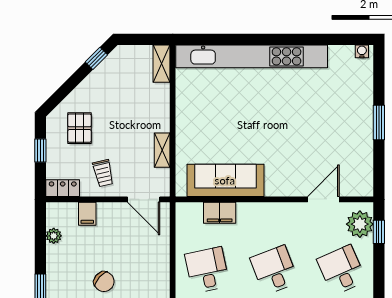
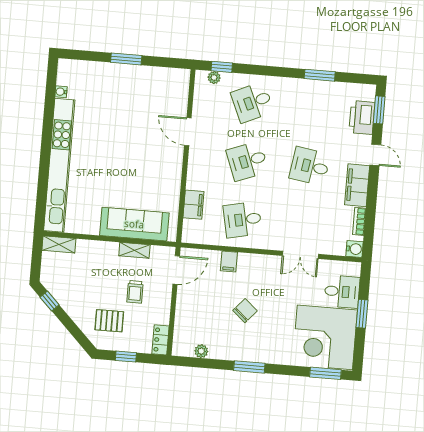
water cooler: (362, 51) -> (61, 92), moved
trolley: (103, 173) -> (135, 292), moved, turned 103
sofa: (225, 180) -> (134, 224), moved, turned 90
door: (323, 199) -> (188, 132), moved
filing cabinet: (87, 214) -> (229, 261), moved, turned 90
plant: (360, 224) -> (214, 78), width x0.53, depth x0.53

